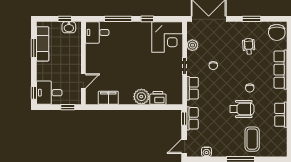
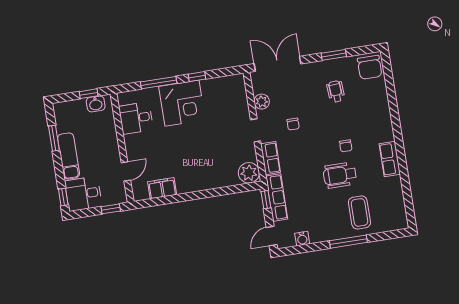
desk: (97, 32) -> (136, 118), moved
corner desk: (167, 37) -> (182, 103), moved
exam couch: (43, 44) -> (69, 156), moved
row of seats: (281, 70) -> (382, 115), removed
plant: (141, 97) -> (249, 173), moved
printer: (158, 98) -> (227, 178), removed
wheelchair: (242, 109) -> (340, 175), turned 180
row of seats: (281, 115) -> (390, 159), moved
row of seats: (192, 118) -> (277, 198), width x1.48

